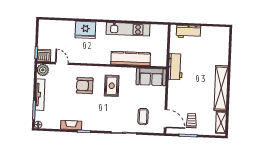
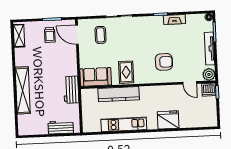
rug: (112, 86) -> (126, 72), moved
shelving: (221, 88) -> (23, 90), moved

